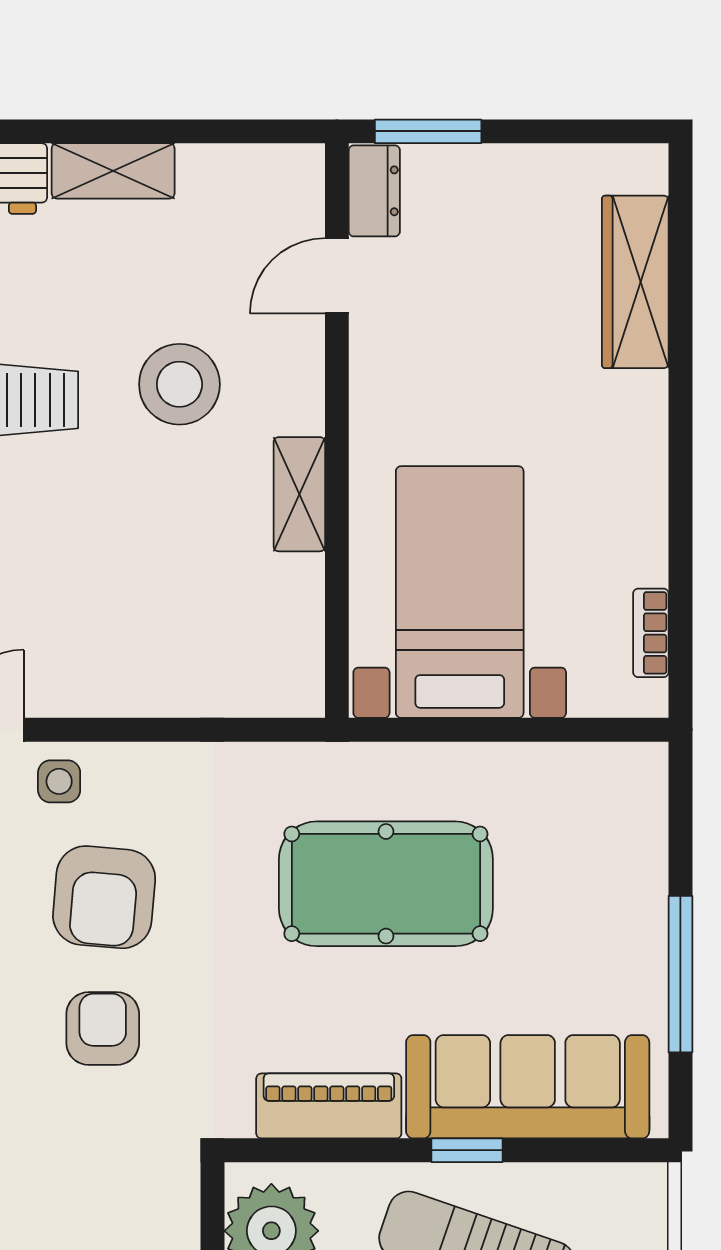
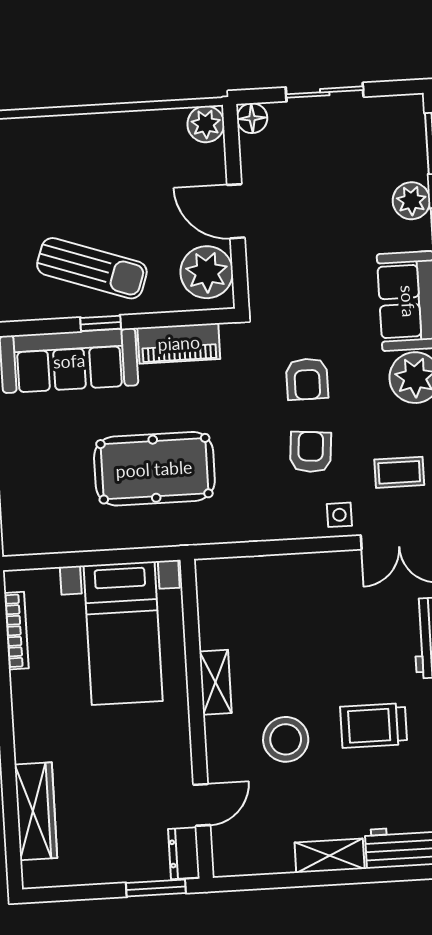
bookcase: (651, 633) -> (16, 631), width x1.56
armchair: (104, 897) -> (311, 452), width x0.72, depth x0.72

